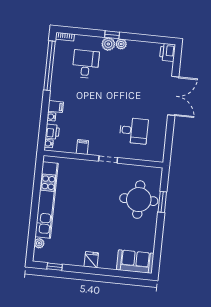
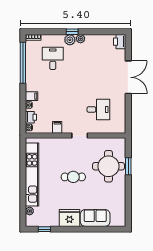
cafe table: (95, 208) -> (73, 177), added
fridge: (91, 260) -> (69, 218), width x1.88, depth x1.34
sofa: (135, 262) -> (95, 218), moved

